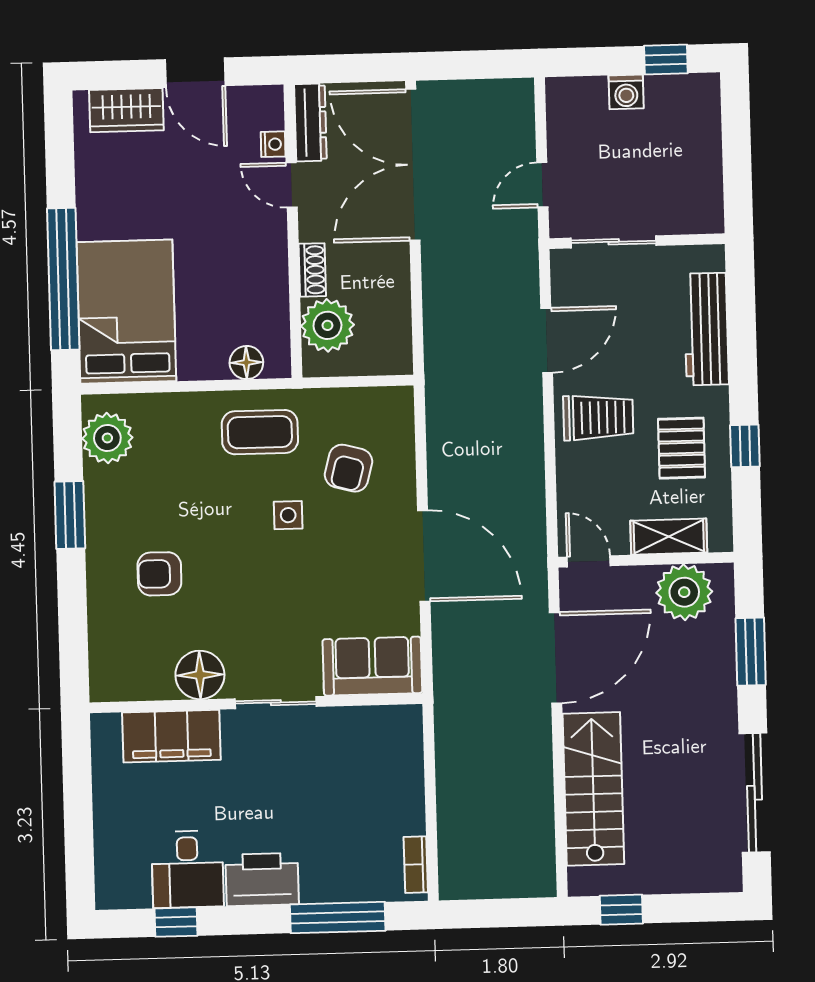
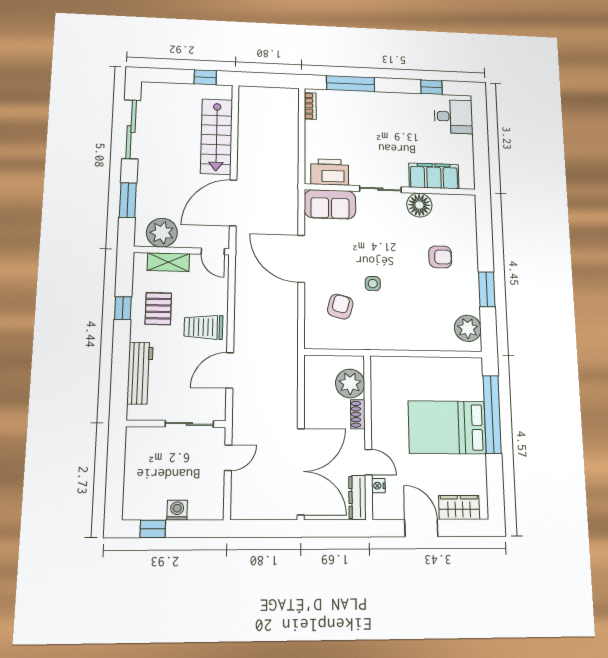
bed: (126, 312) -> (447, 427), moved, turned 90
floor lamp: (246, 363) -> (394, 365), removed
coffee table: (260, 432) -> (387, 328), removed
desk: (188, 869) -> (453, 117), moved, turned 90
printer: (262, 879) -> (330, 172), moved, turned 180

